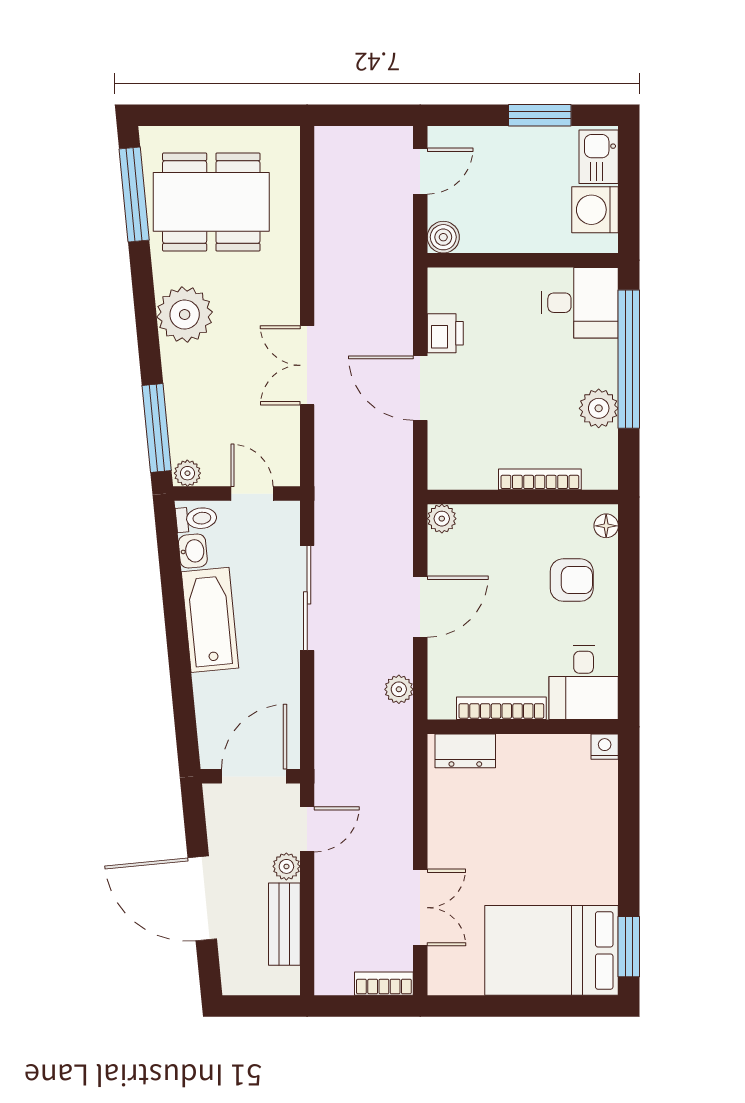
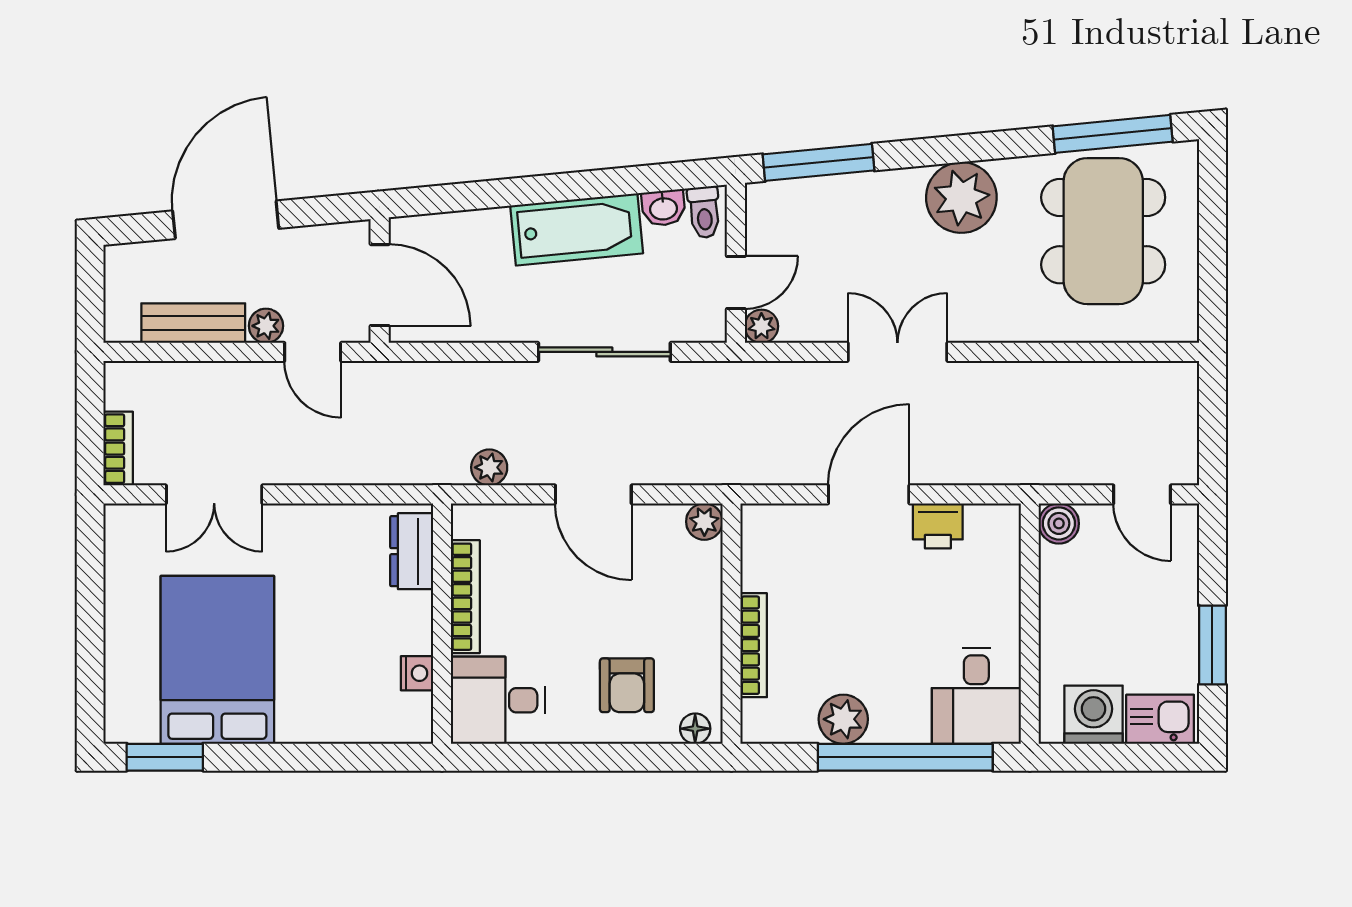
plant: (187, 473) -> (761, 326), moved
nightstand: (605, 747) -> (417, 673), moved
bed: (552, 950) -> (217, 660), moved

